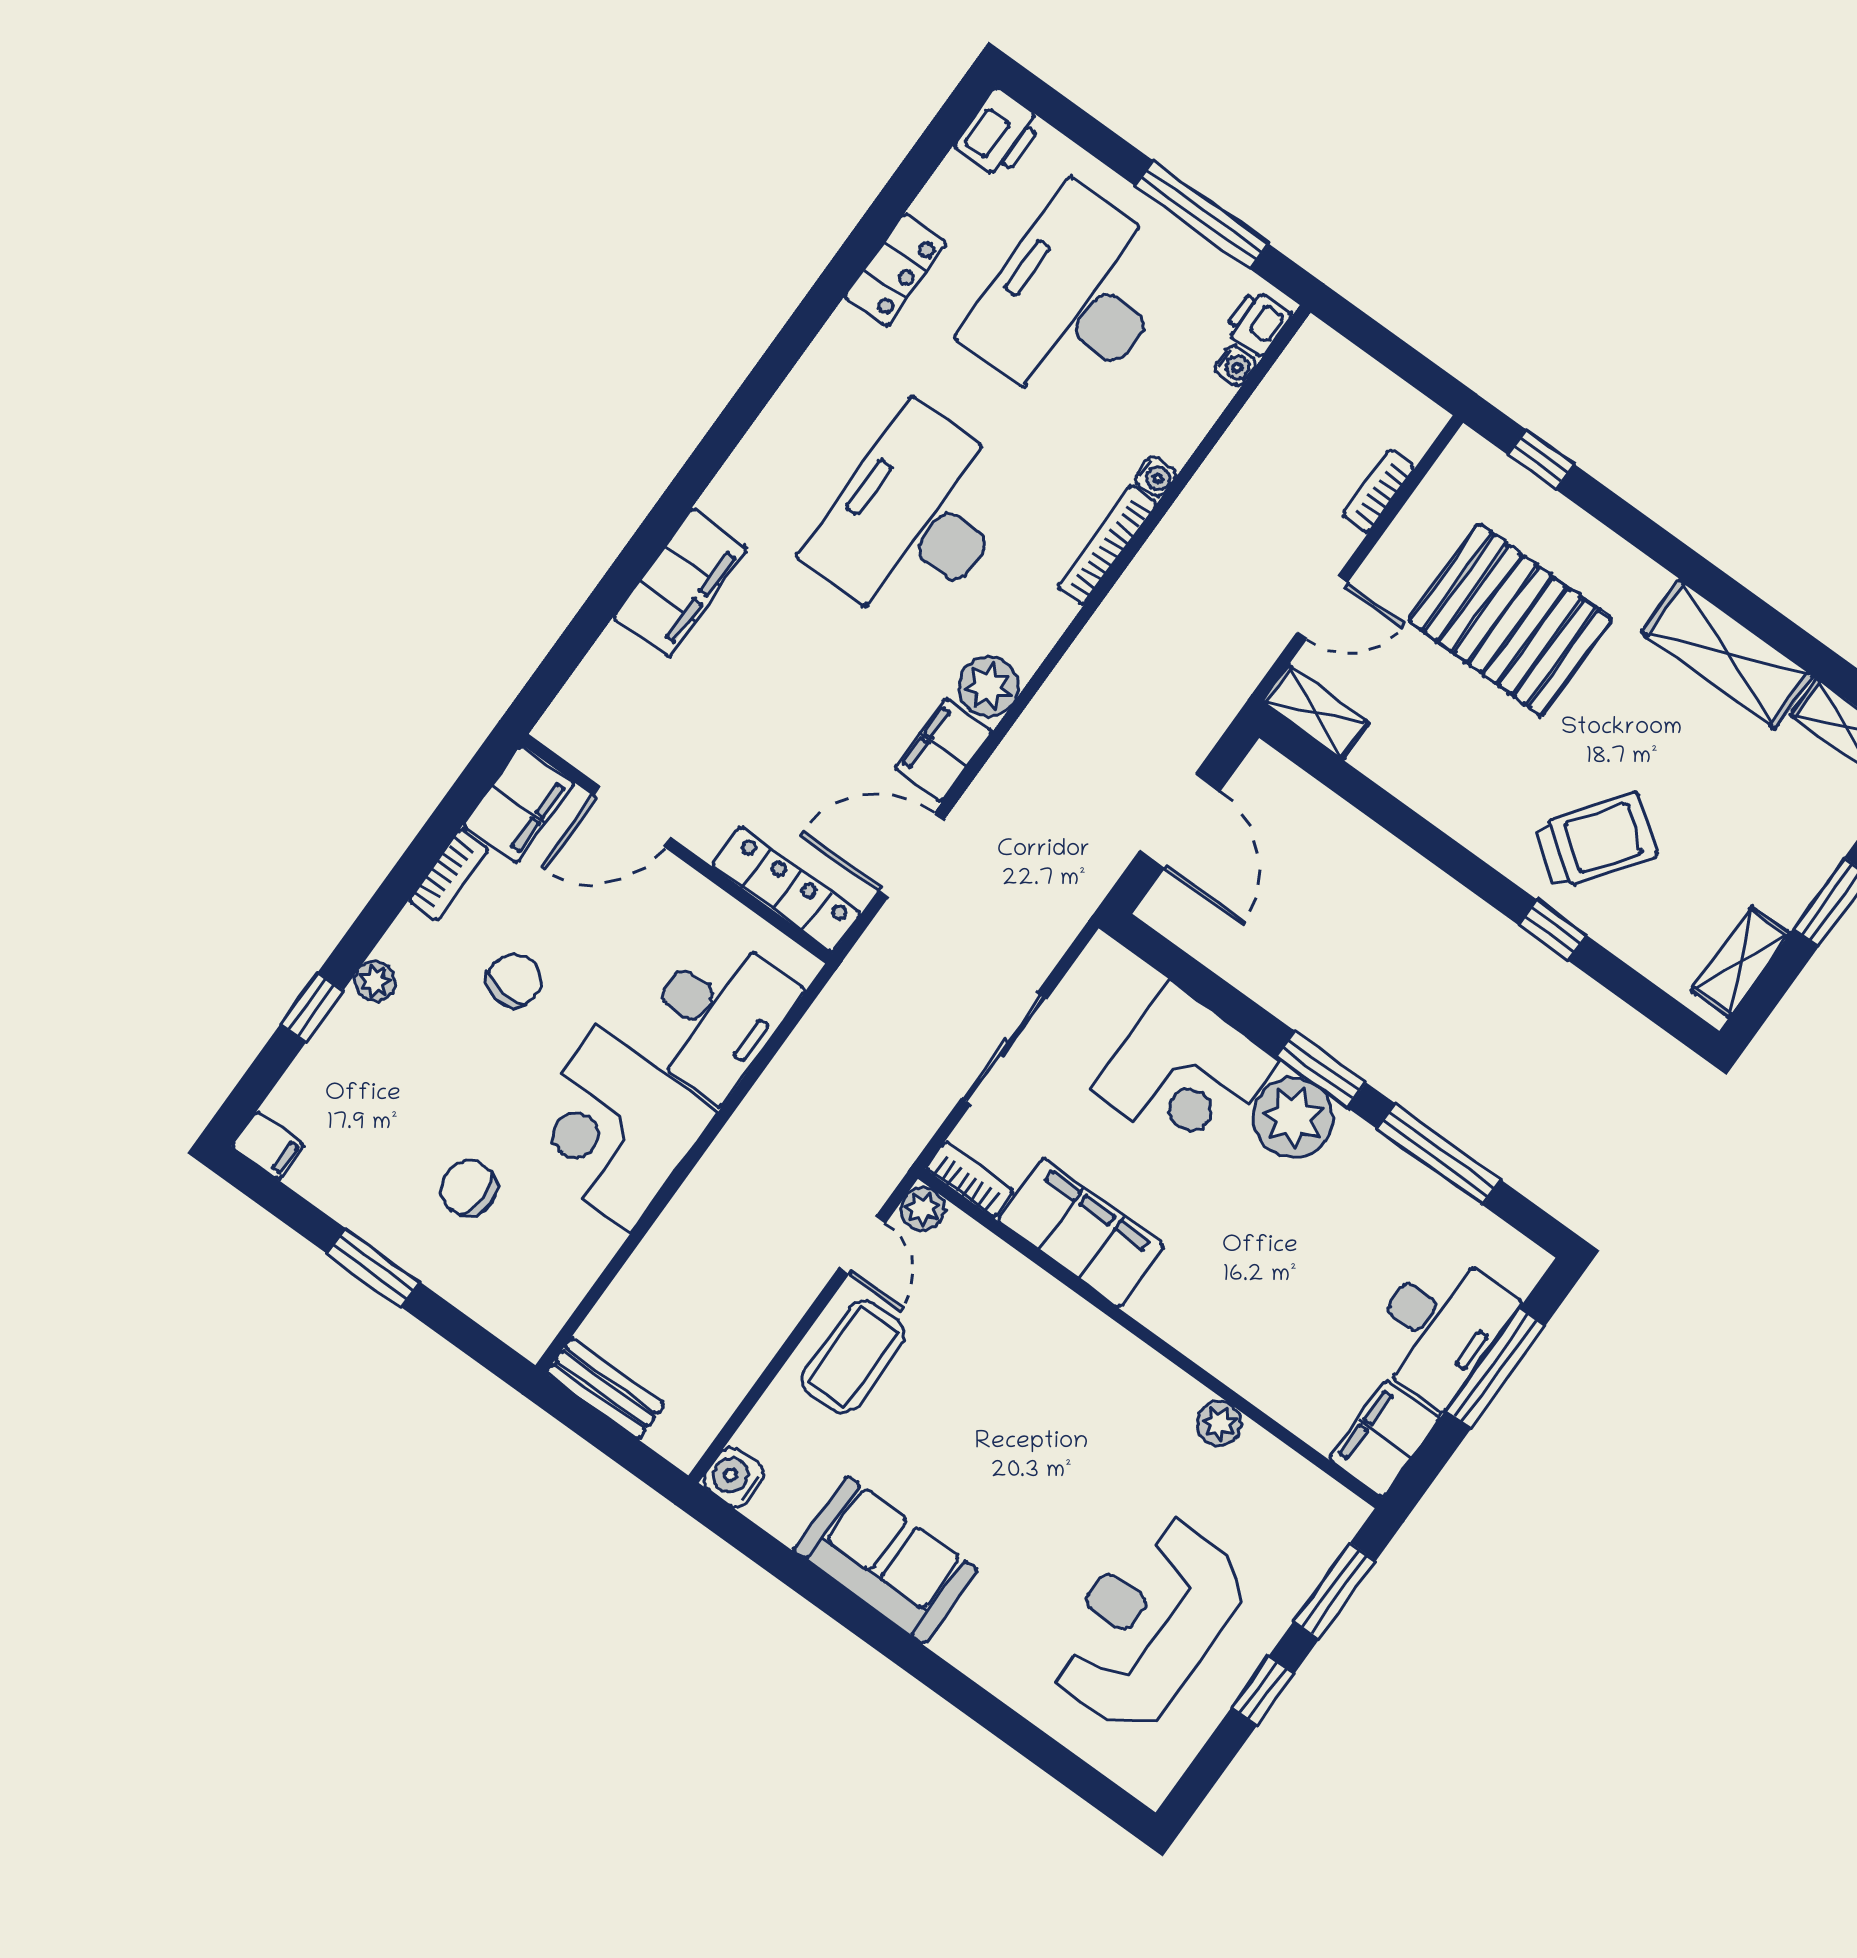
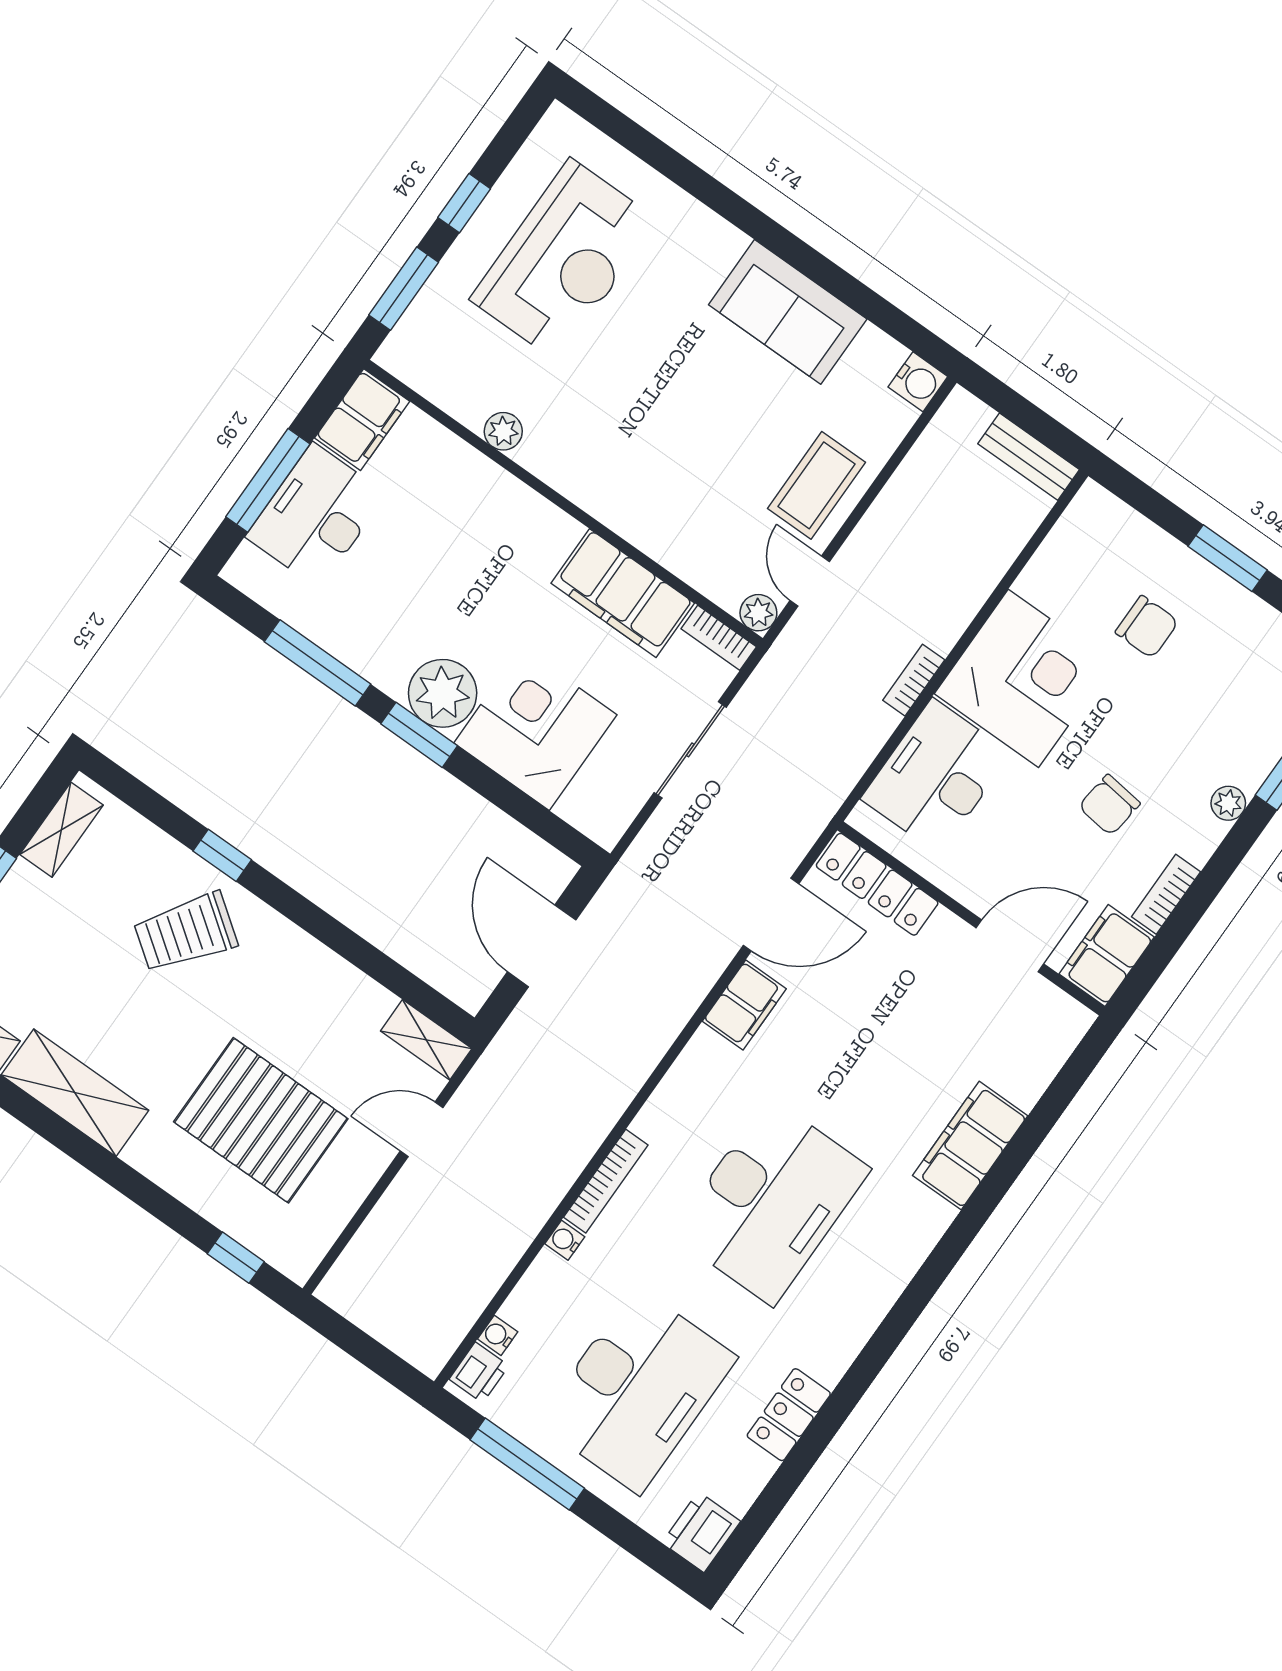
bookcase: (1378, 491) -> (914, 680), moved, turned 180
plant: (988, 687) -> (706, 1059), removed

